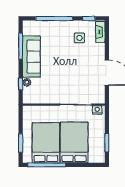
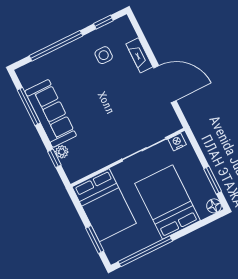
fireplace: (100, 32) -> (139, 55), moved
bed: (46, 143) -> (104, 205), moved, turned 180
floor lamp: (100, 158) -> (214, 206), added

